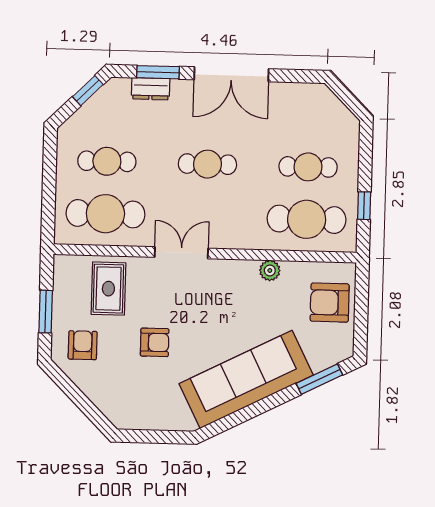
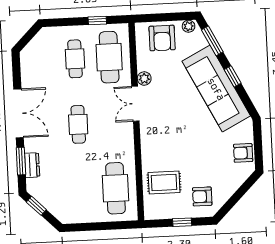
cafe table: (107, 161) -> (81, 190), removed
double door: (181, 253) -> (135, 104), moved
window: (46, 312) -> (182, 222), width x0.67
armchair: (155, 342) -> (243, 153), moved, turned -90
plant: (345, 344) -> (189, 26), added
window: (263, 406) -> (233, 76), added

